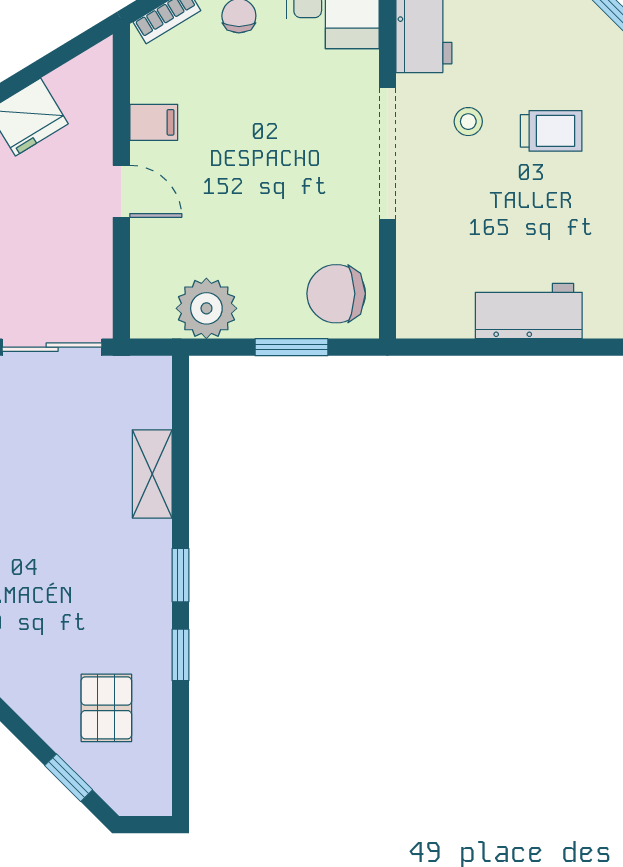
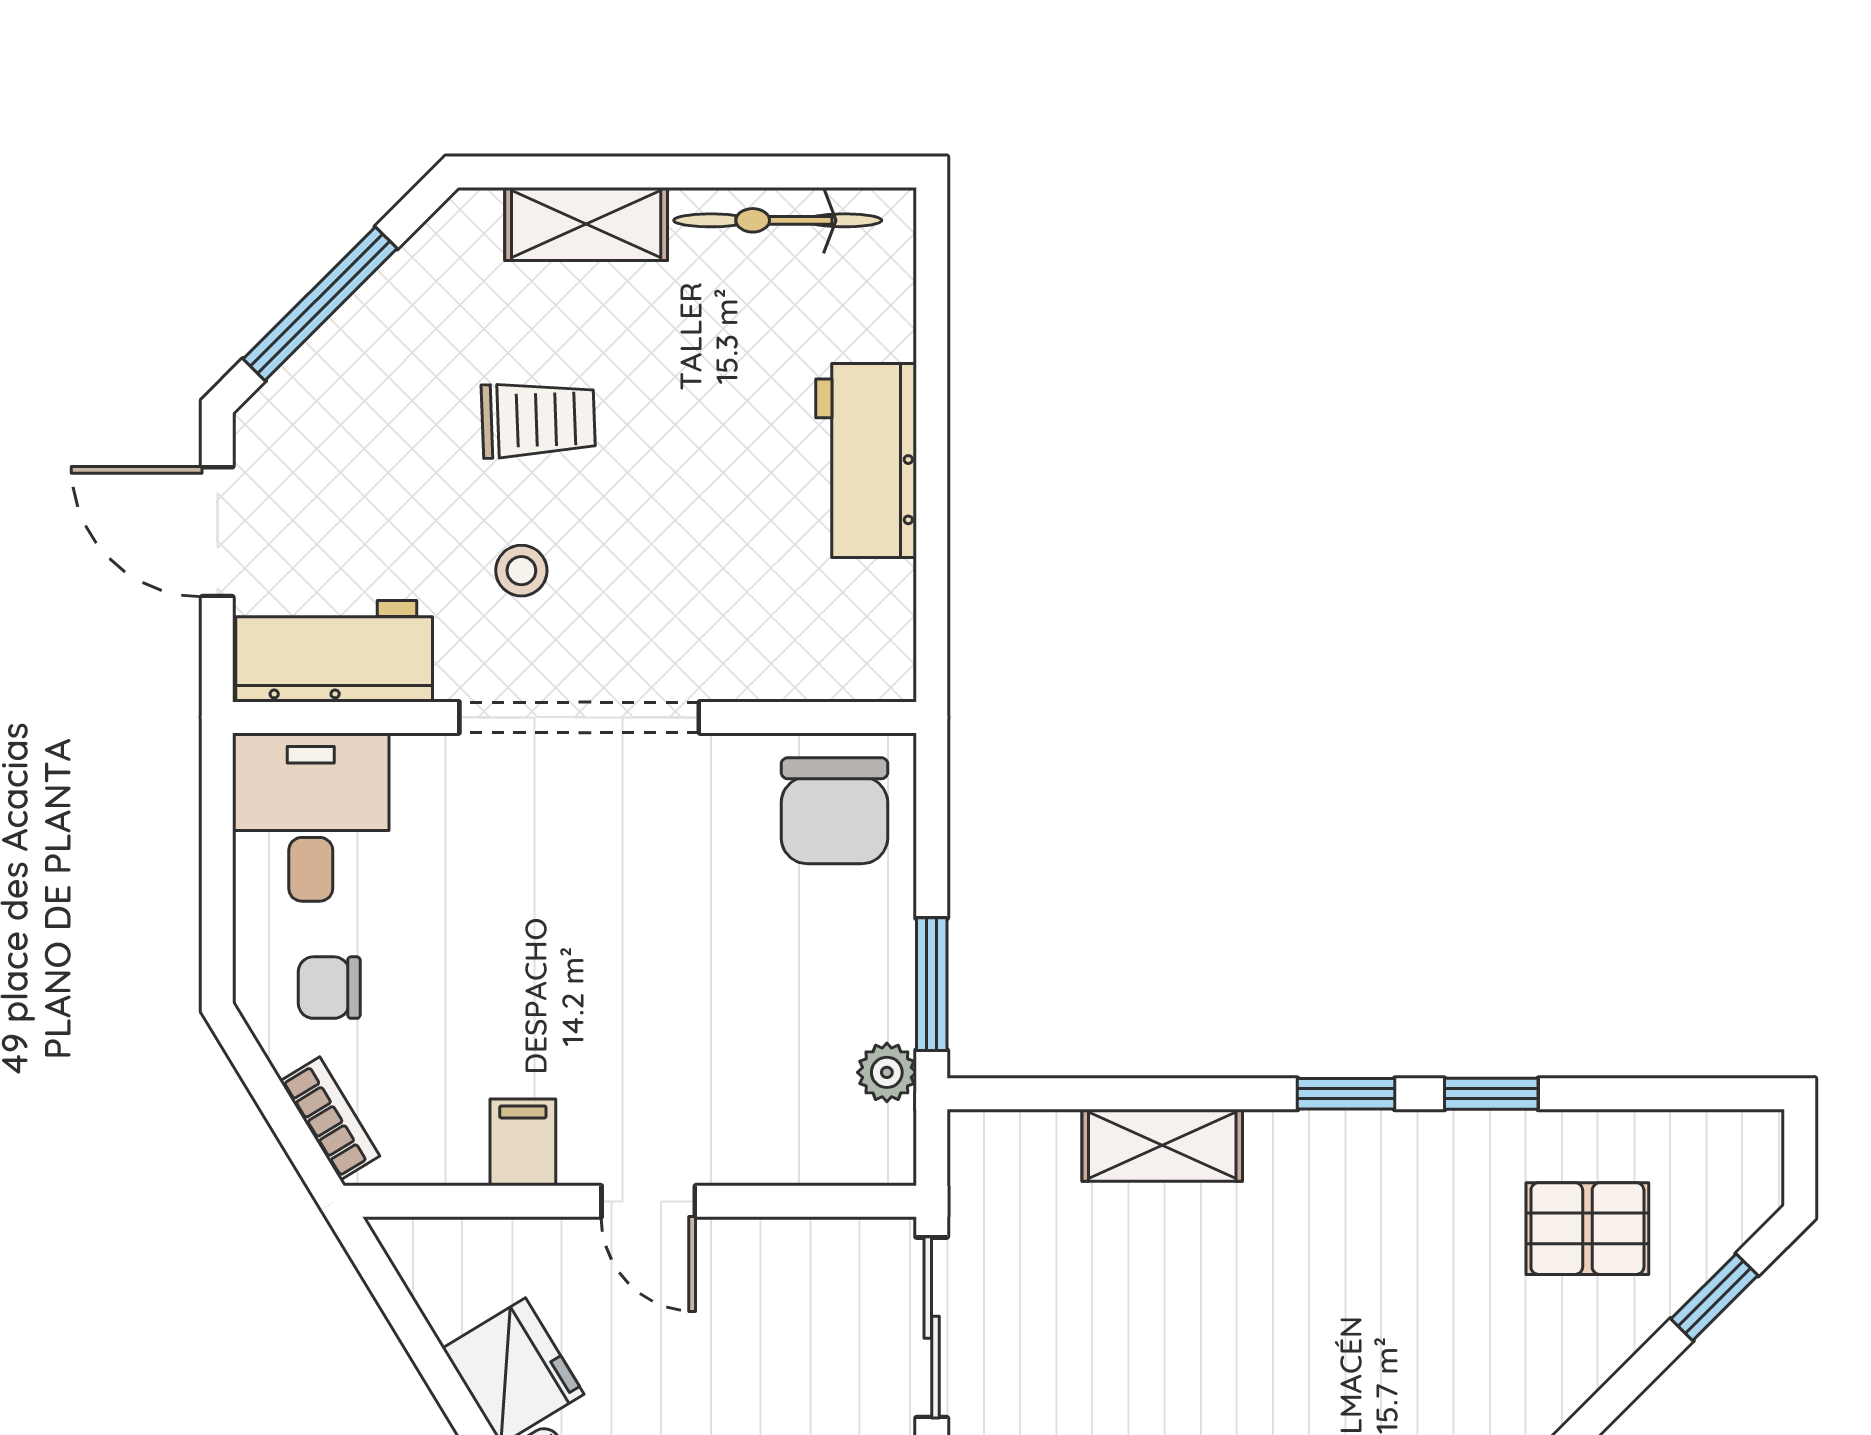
trolley: (551, 131) -> (538, 420), turned 88
door: (121, 191) -> (648, 1201), swing flipped
plant: (206, 308) -> (887, 1072), width x0.53, depth x0.53
window: (291, 347) -> (932, 984), moved

